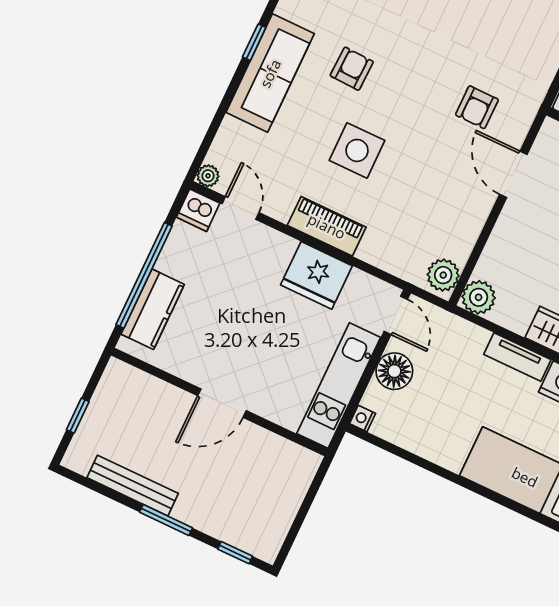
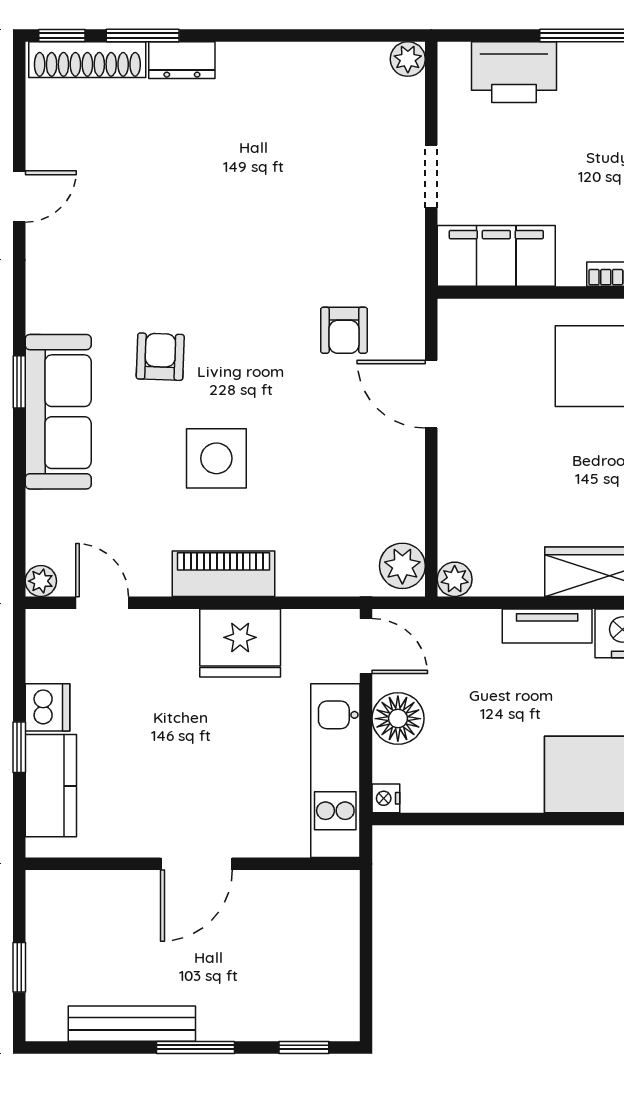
dishwasher: (198, 210) -> (48, 707), moved, turned -90
window: (144, 275) -> (19, 747), width x0.32
plant: (479, 297) -> (455, 579), width x0.73, depth x0.73

